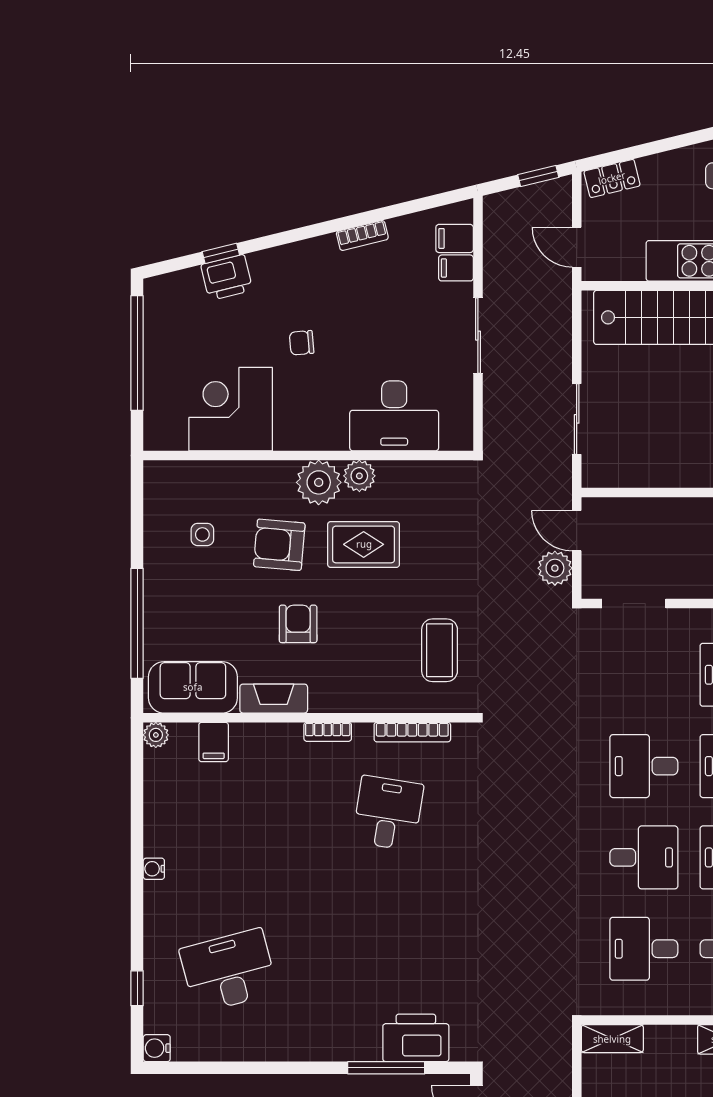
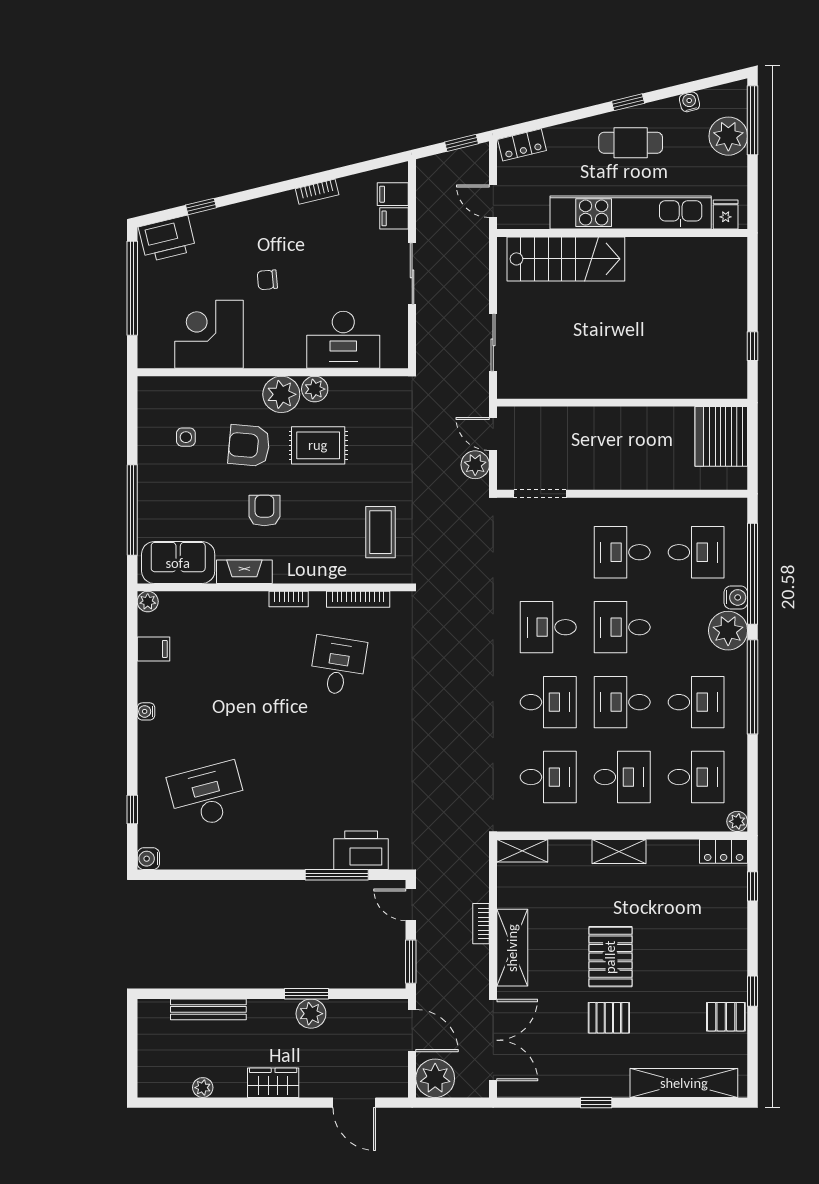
printer: (227, 277) -> (167, 239), moved, width x1.37, depth x1.19
filing cabinet: (214, 742) -> (153, 649), moved, turned -90
desk: (644, 949) -> (548, 777), turned 180

